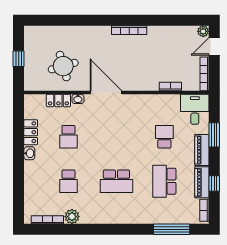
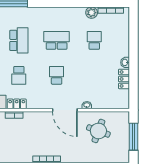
window: (19, 59) -> (134, 137), width x2.17
round table: (63, 66) -> (98, 131), turned 36
locker: (58, 100) -> (17, 104), moved
school desk: (69, 137) -> (57, 75), moved

